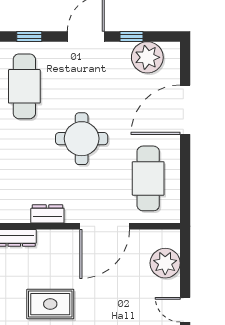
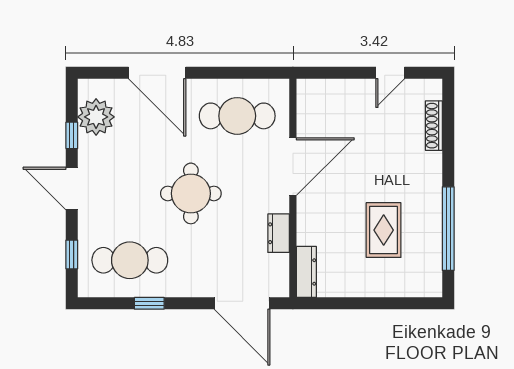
door: (105, 226) -> (293, 167), hinge flipped
plant: (165, 263) -> (336, 96), removed

